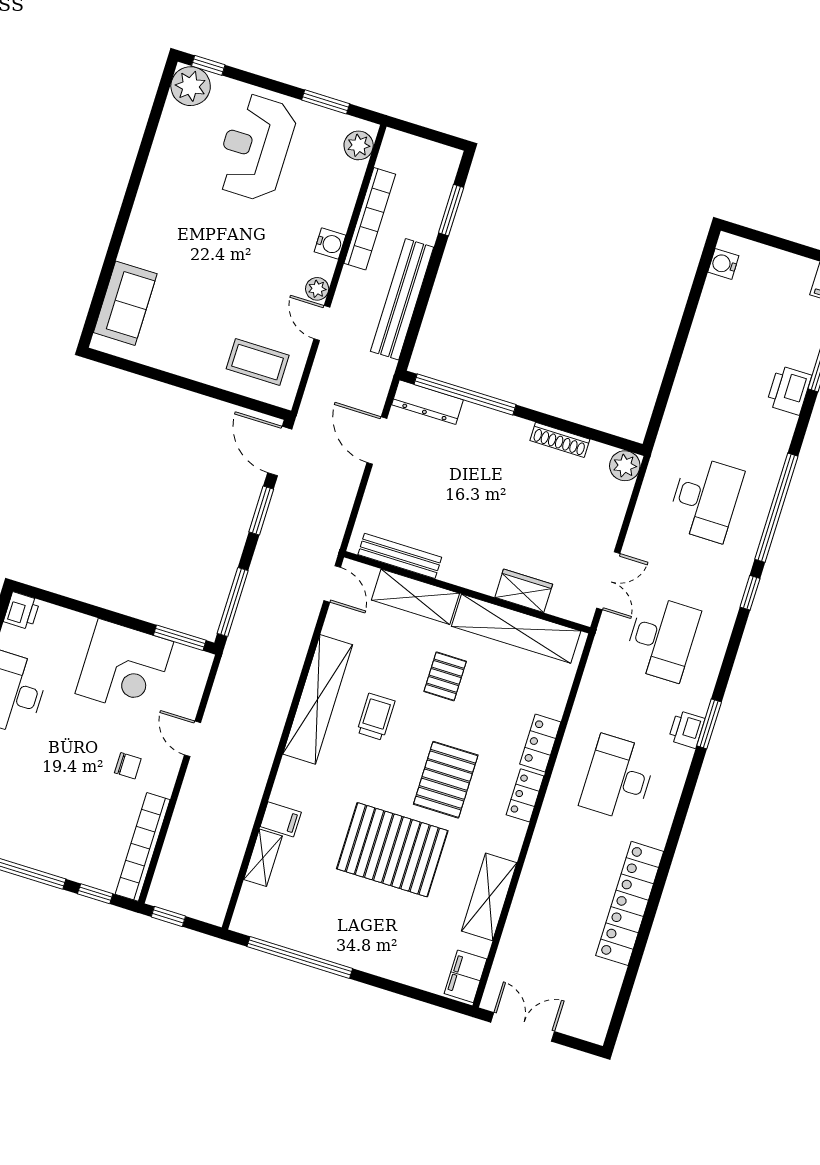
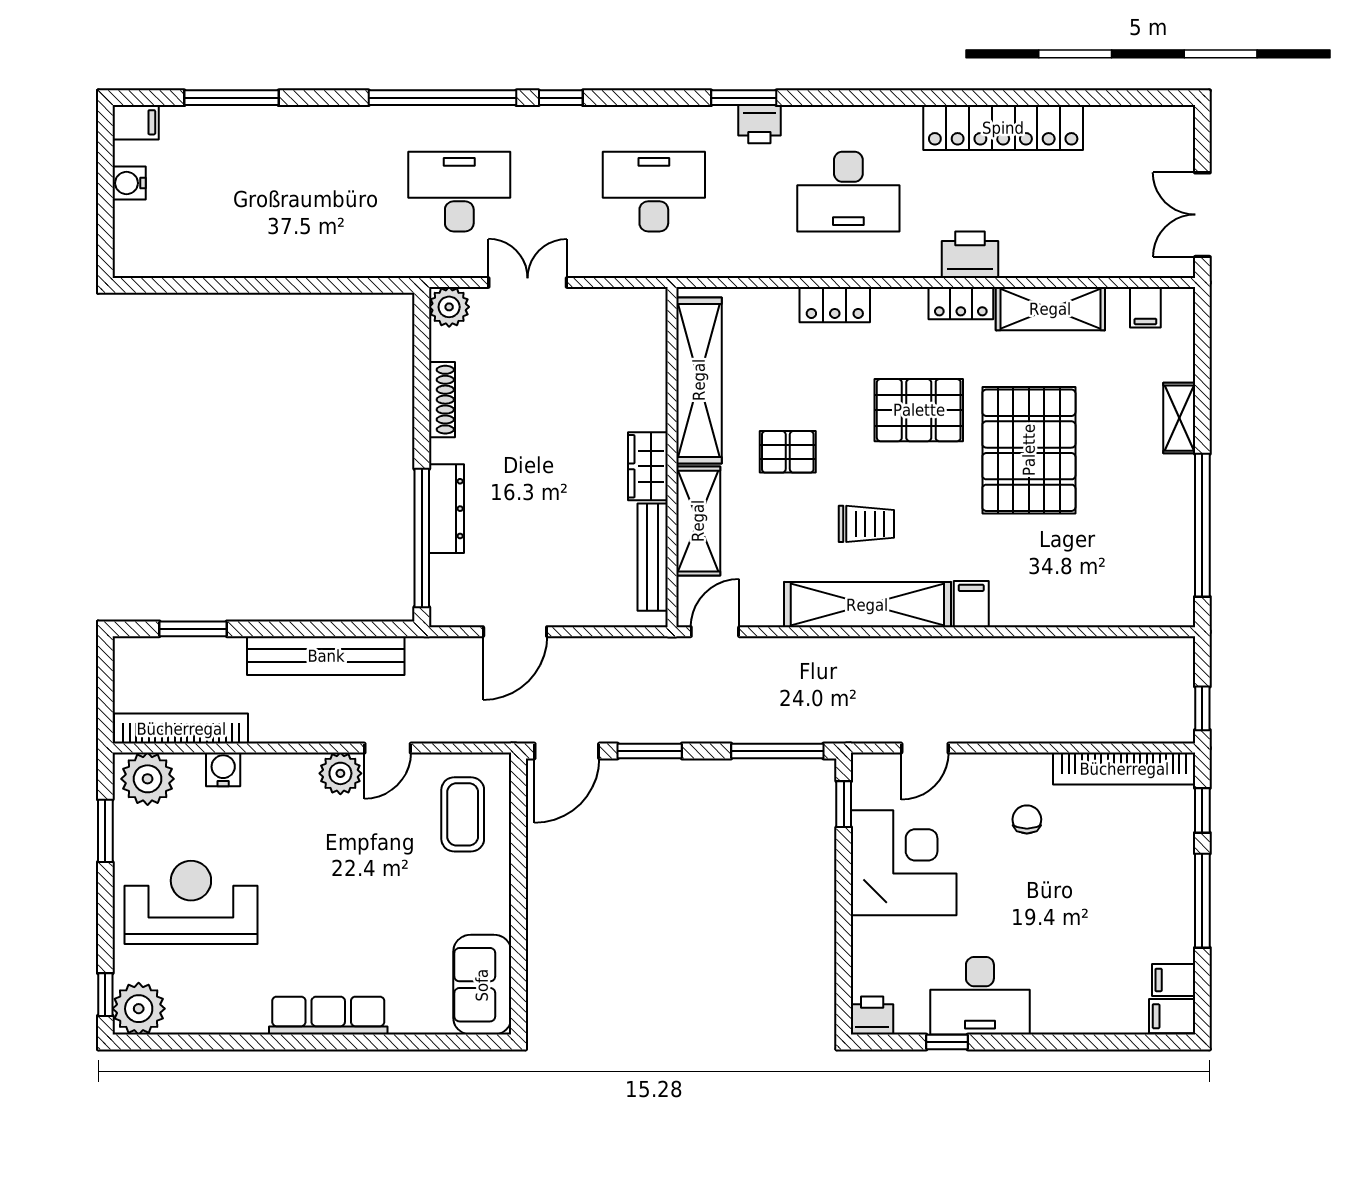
plant: (359, 145) -> (148, 779), width x1.36, depth x1.36
reception desk: (255, 147) -> (191, 902), turned 180
bookcase: (370, 219) -> (181, 729), moved
row of seats: (143, 221) -> (328, 1016), added
water cooler: (330, 243) -> (223, 769), moved
water cooler: (723, 264) -> (129, 183), moved, turned 90
plant: (317, 289) -> (340, 773), width x1.38, depth x1.38
sofa: (125, 303) -> (482, 985), moved, turned -90
printer: (789, 390) -> (970, 255), moved, turned 180
dresser: (427, 402) -> (446, 509), moved
double door: (608, 581) -> (528, 283), moved
wardrobe: (524, 591) -> (648, 466), moved
window: (180, 638) -> (844, 804), width x0.67
trolley: (376, 717) -> (866, 524), turned 180
door: (192, 739) -> (925, 748), moved
locker: (525, 795) -> (961, 303), moved
filing cabinet: (281, 819) -> (971, 604), moved
shelving: (263, 858) -> (1179, 418), moved, turned 90
filing cabinet: (466, 976) -> (1145, 307), width x0.50

